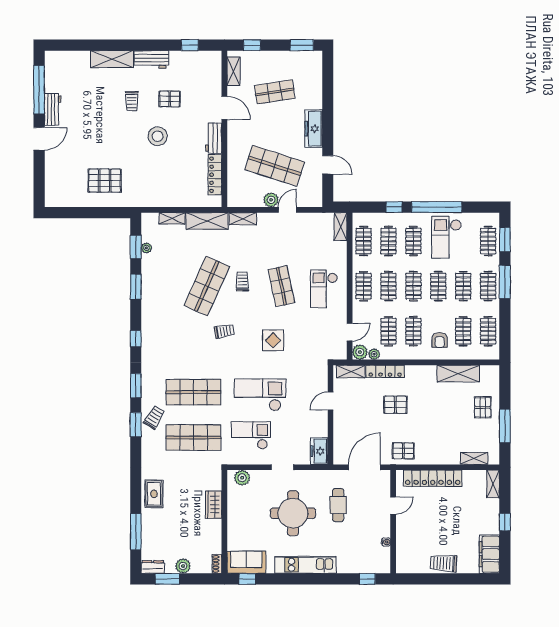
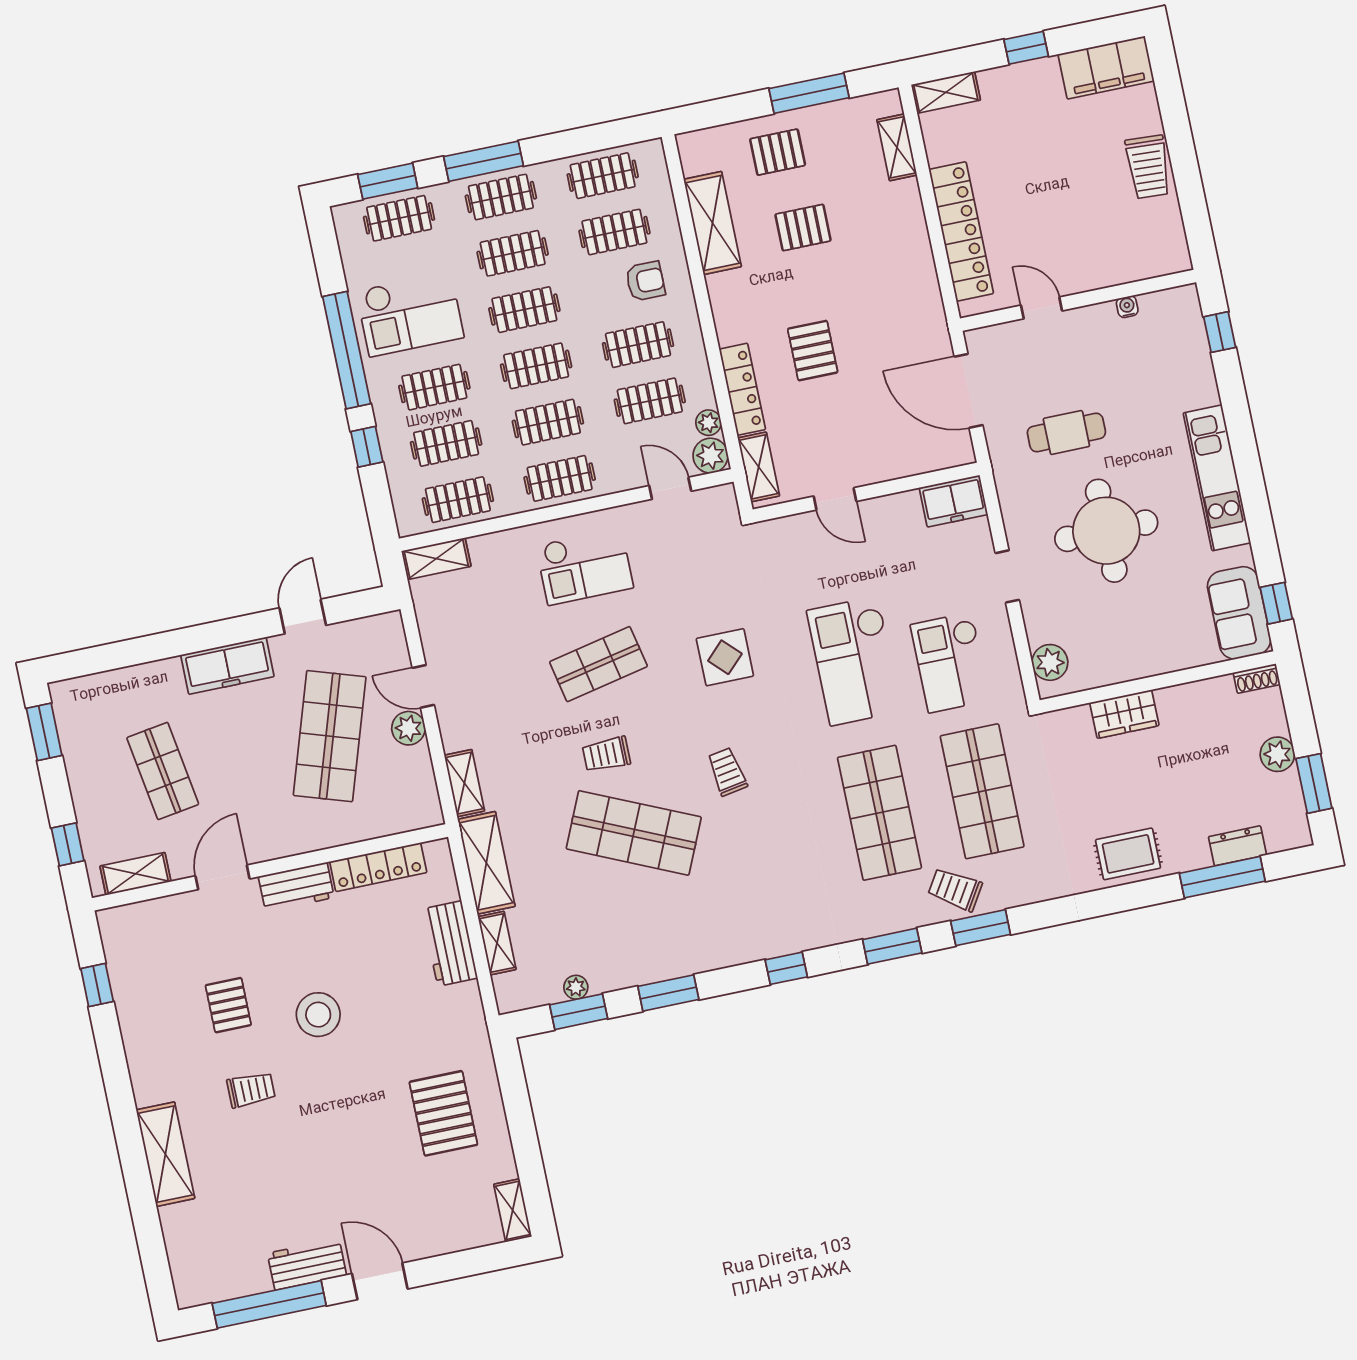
workbench: (152, 59) -> (450, 944), moved, turned 180
shelving: (57, 201) -> (513, 1210), added
pallet: (403, 451) -> (803, 228), moved, turned 90
dresser: (153, 567) -> (1238, 846), moved, turned 90

